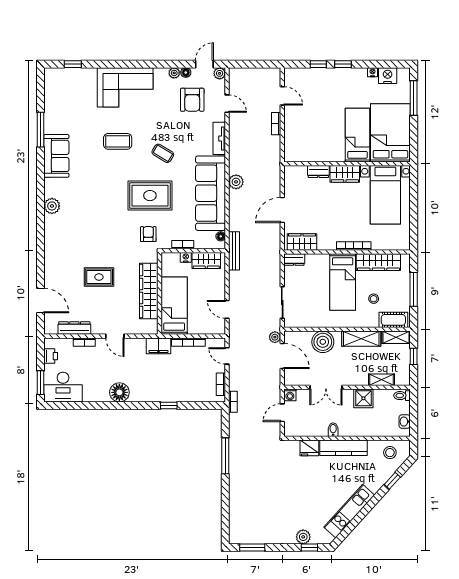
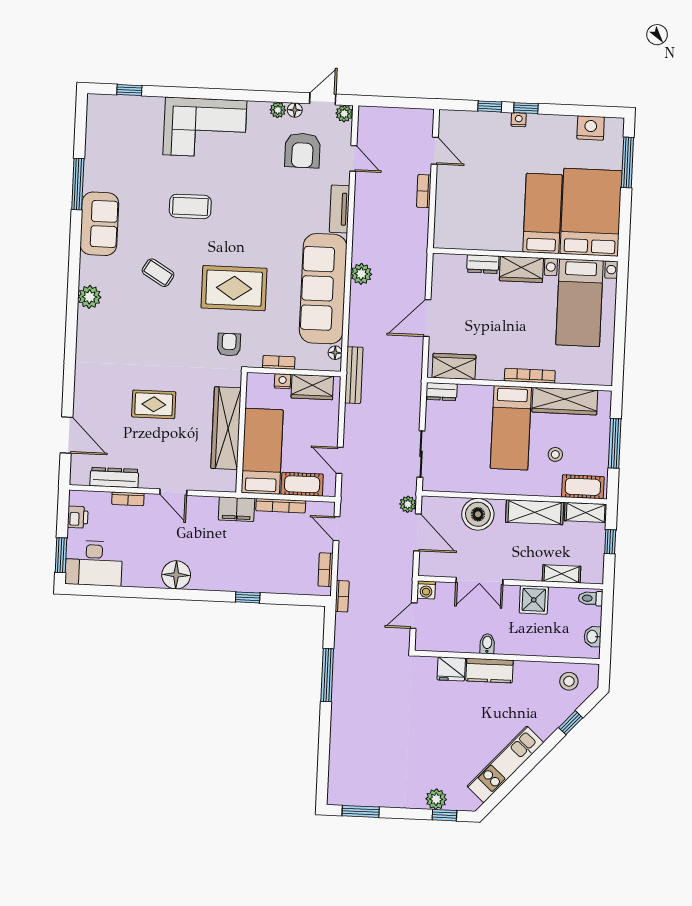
nightstand: (373, 72) -> (519, 120), moved
coffee table: (163, 153) -> (158, 273), moved
cot: (202, 327) -> (302, 484), added
kitchen counter: (343, 448) -> (490, 670), width x0.67

